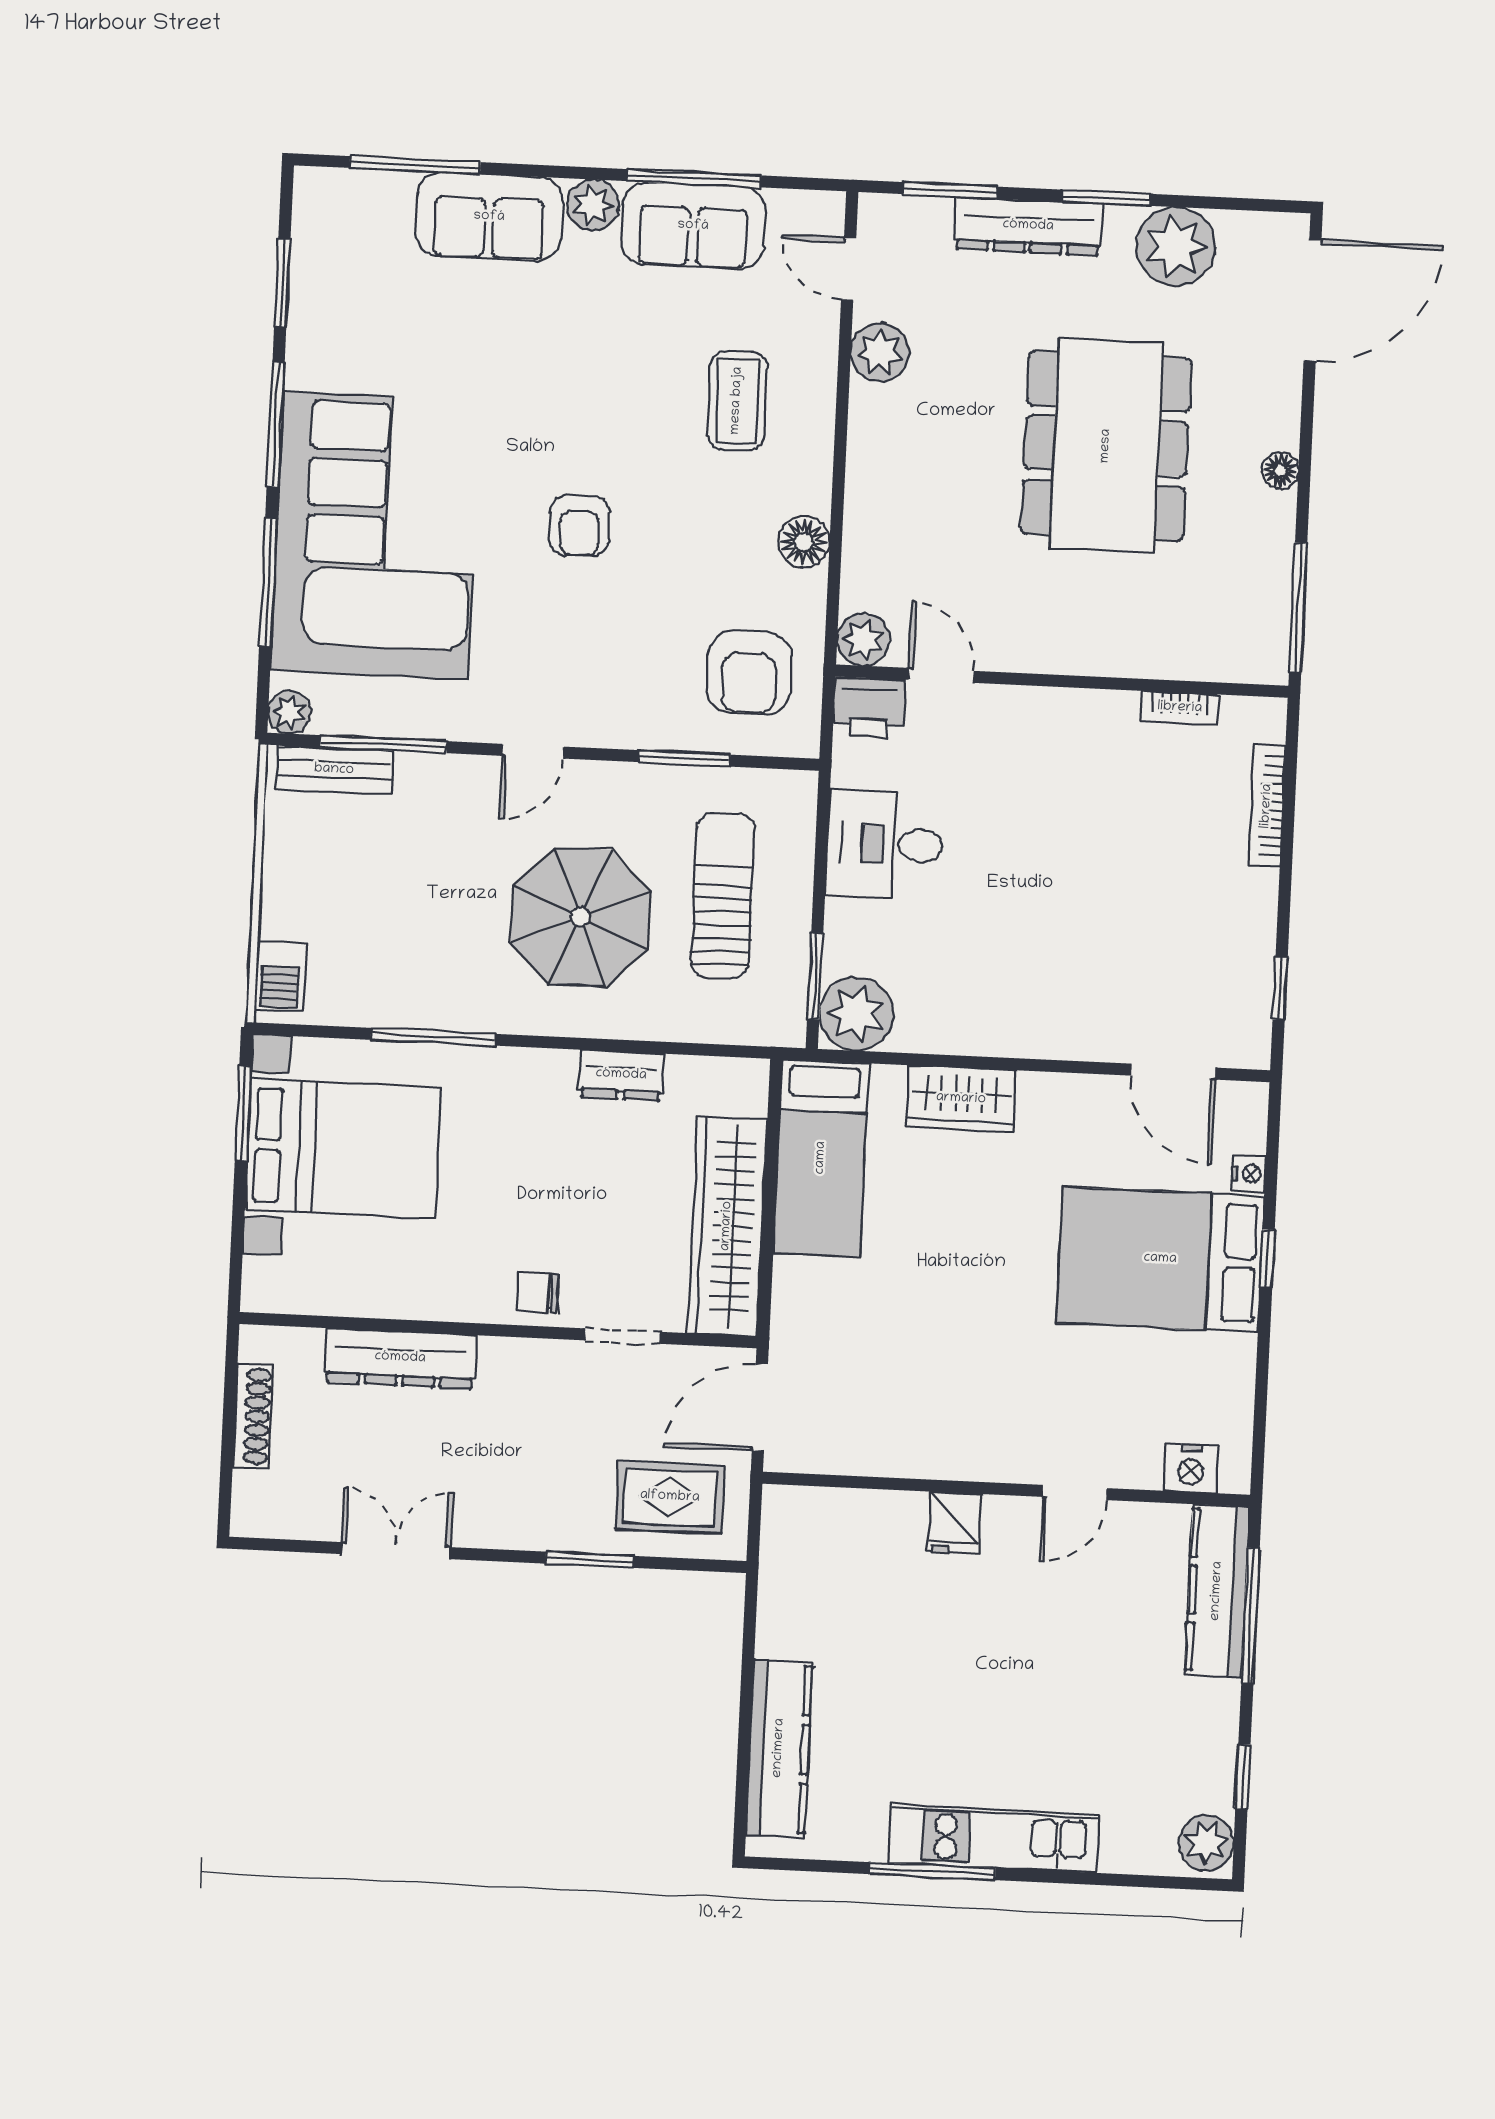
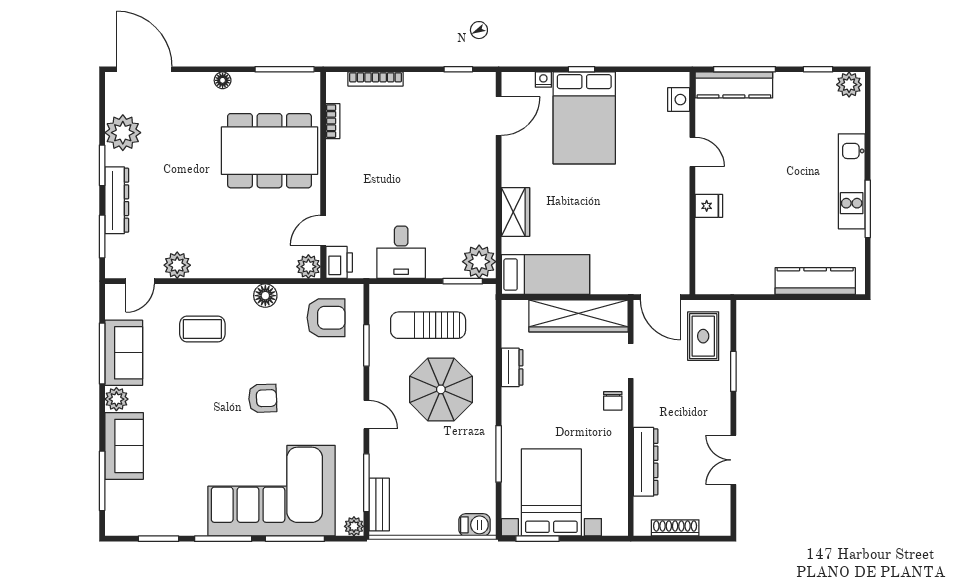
dining table: (1106, 446) -> (269, 151), moved

